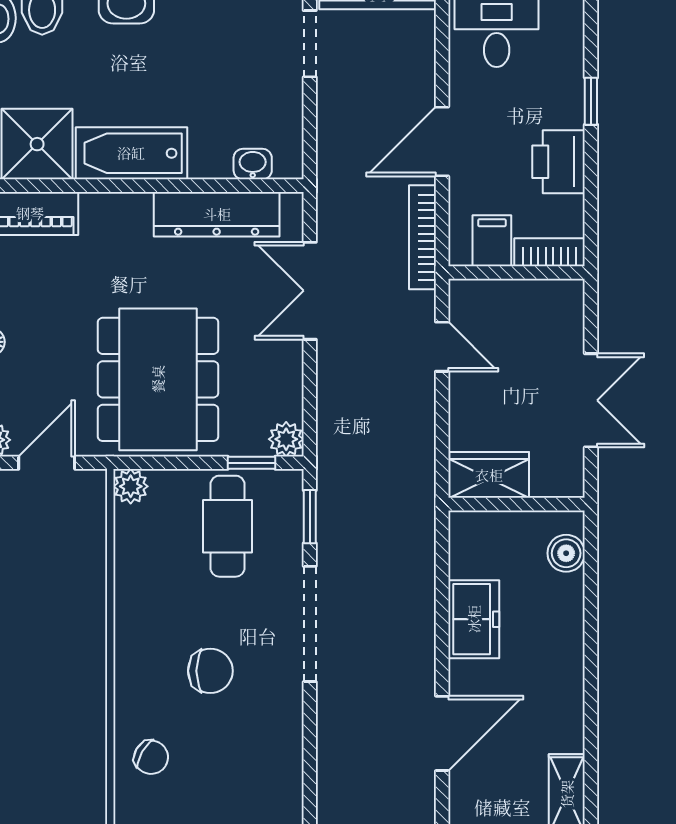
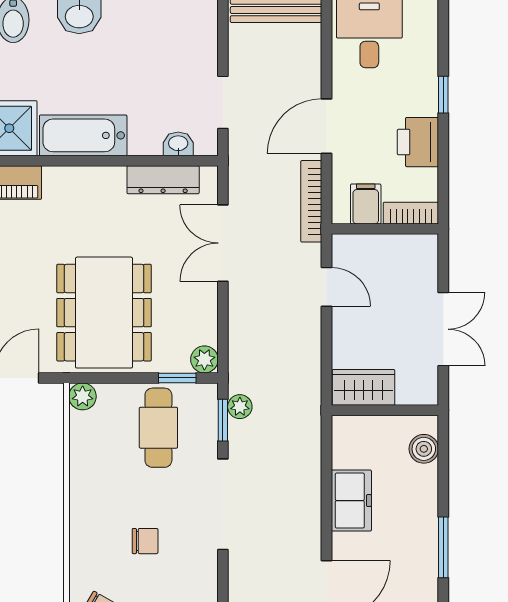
doorway: (310, 44) -> (223, 102), moved
dresser: (217, 214) -> (163, 180), width x0.73, depth x0.80
plant: (331, 499) -> (240, 407), added
chair: (210, 671) -> (145, 541), width x0.73, depth x0.73
window: (591, 679) -> (443, 547), added

